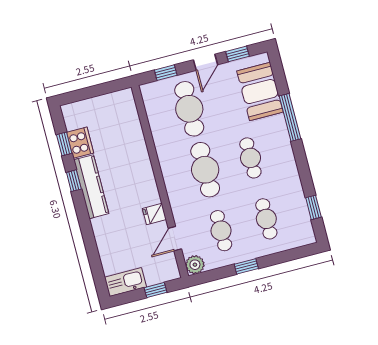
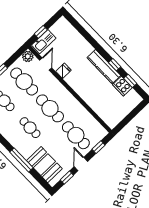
cafe table: (221, 231) -> (24, 82), width x1.37, depth x1.35
kitchen sink: (125, 282) -> (44, 42), moved

